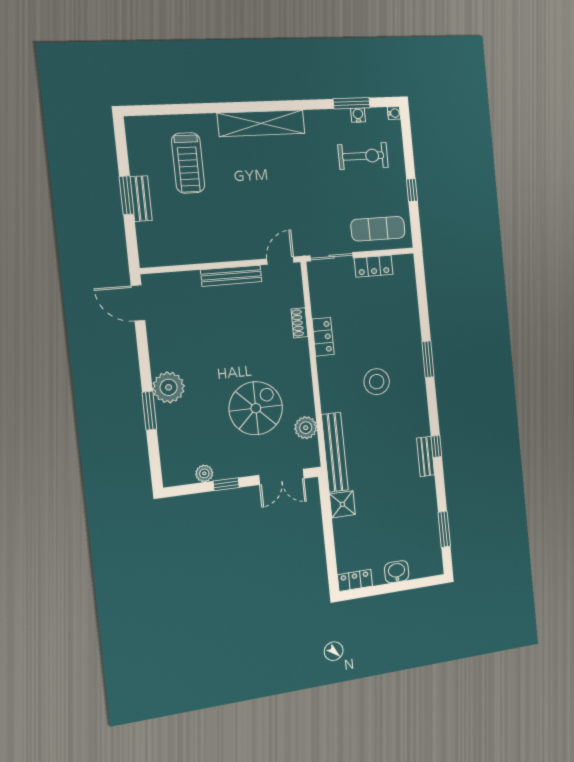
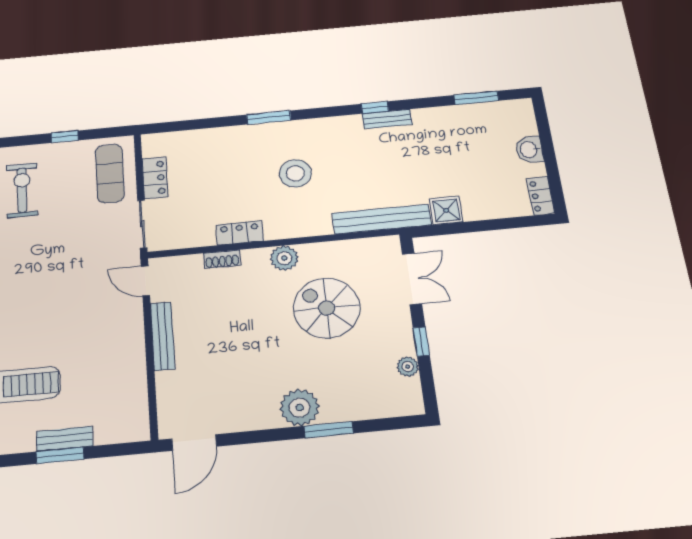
plant: (306, 428) -> (284, 258), moved

